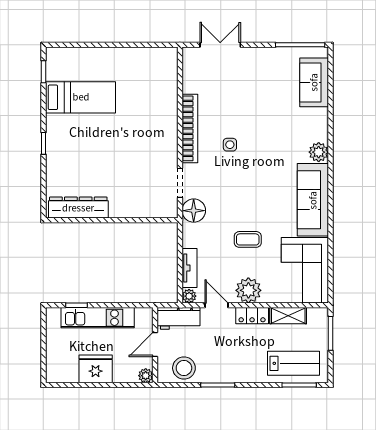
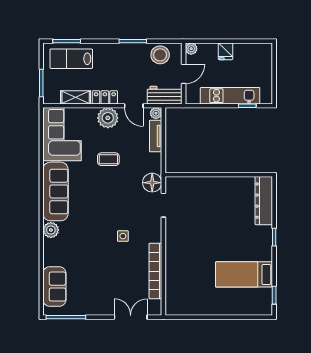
double door: (220, 45) -> (131, 317), swing flipped
bookcase: (190, 128) -> (155, 271), moved
dresser: (78, 208) -> (264, 201), moved, turned 90
fridge: (96, 369) -> (225, 51), width x0.53, depth x0.75

